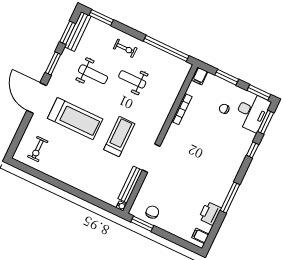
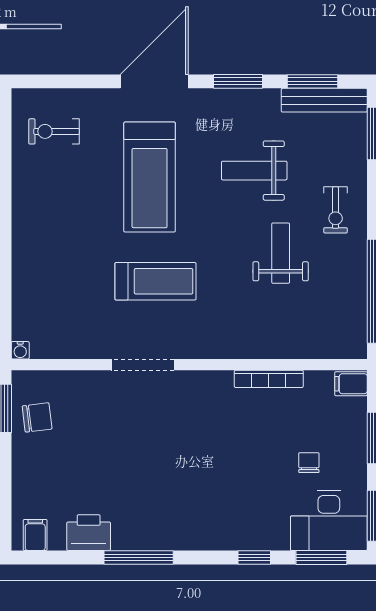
weight bench: (93, 74) -> (254, 171), turned 90
bench: (130, 184) -> (71, 348), removed

